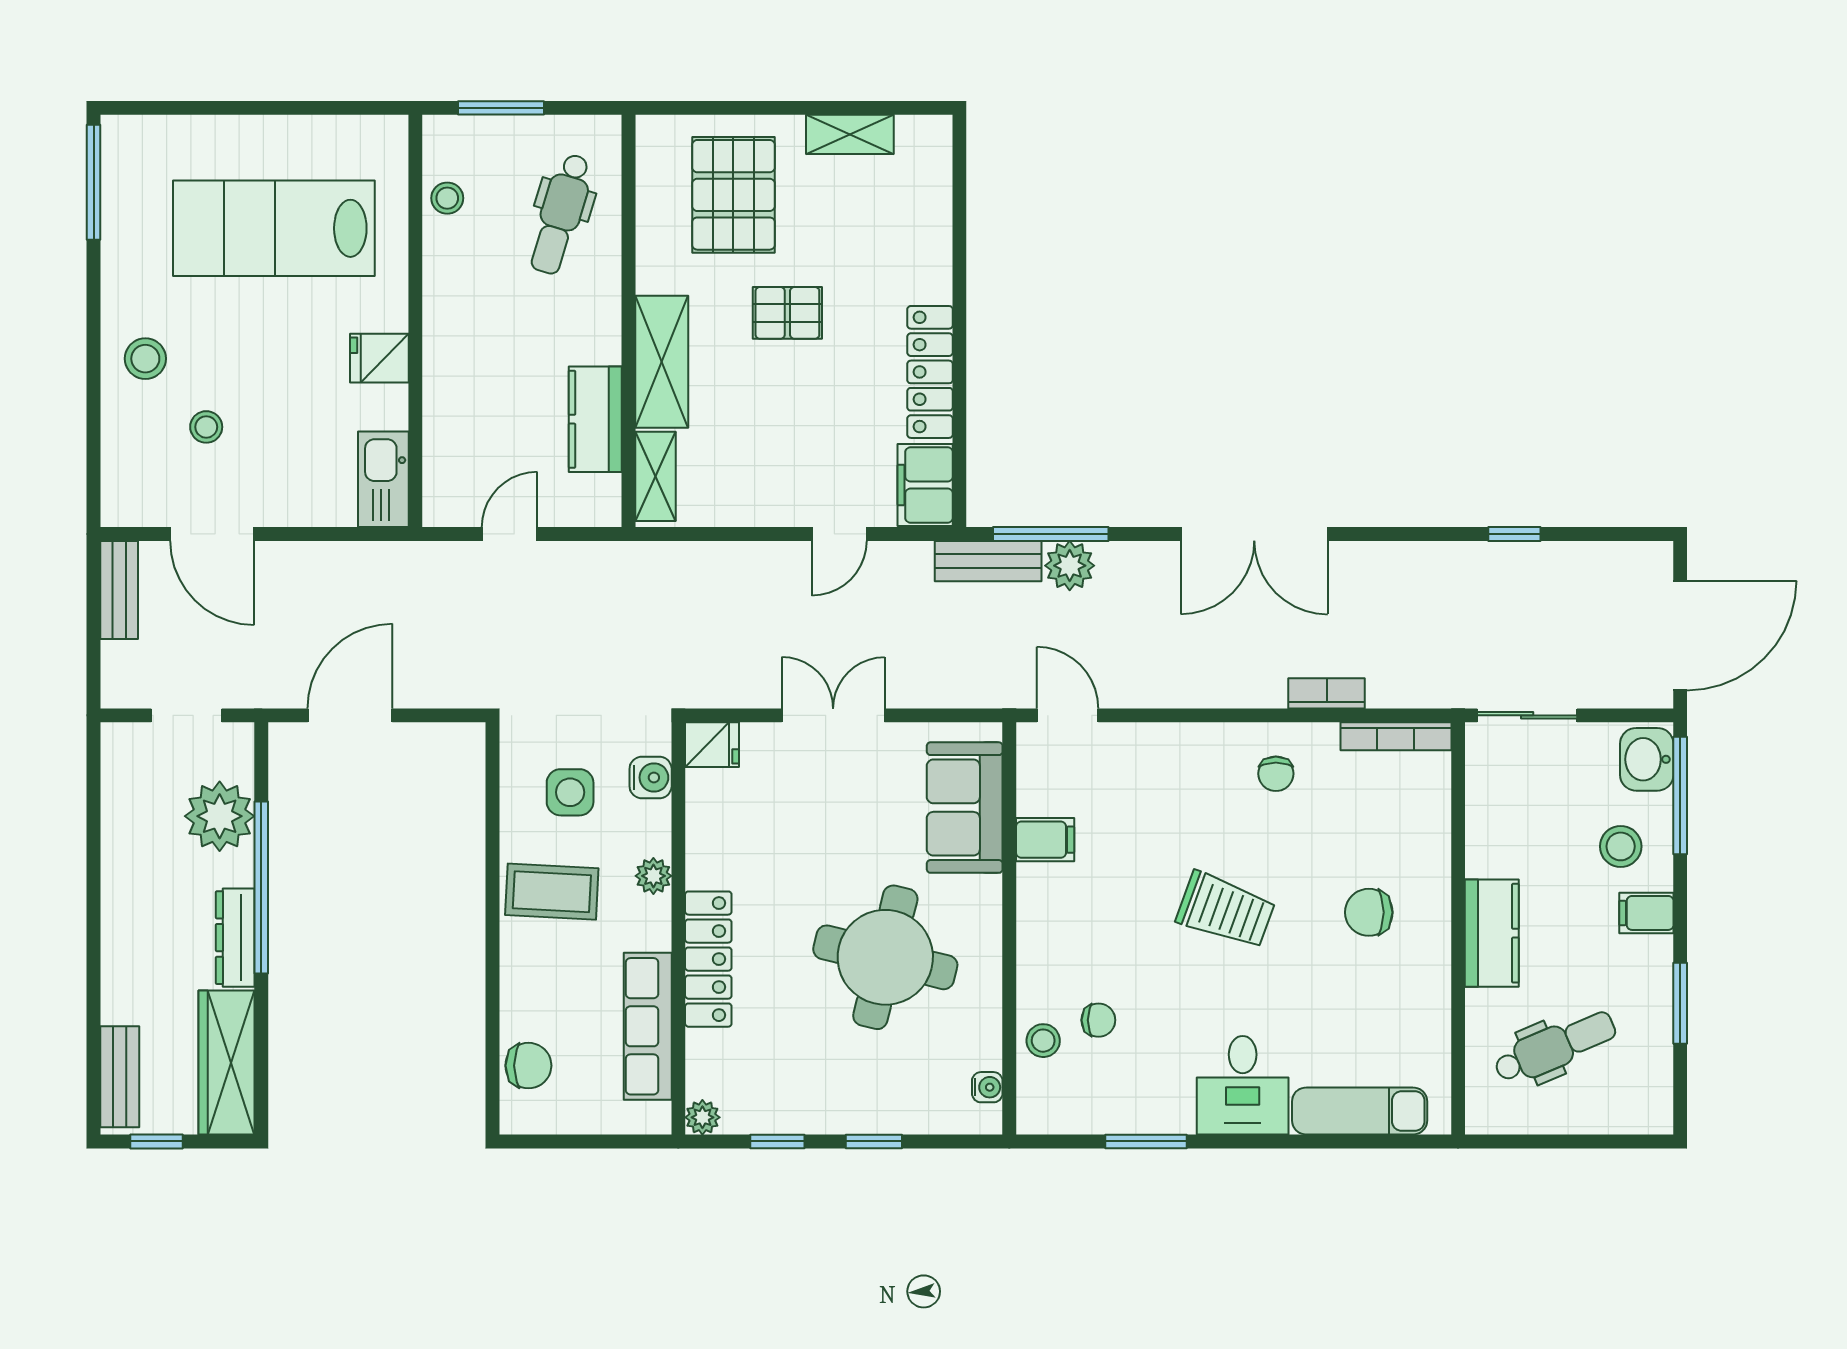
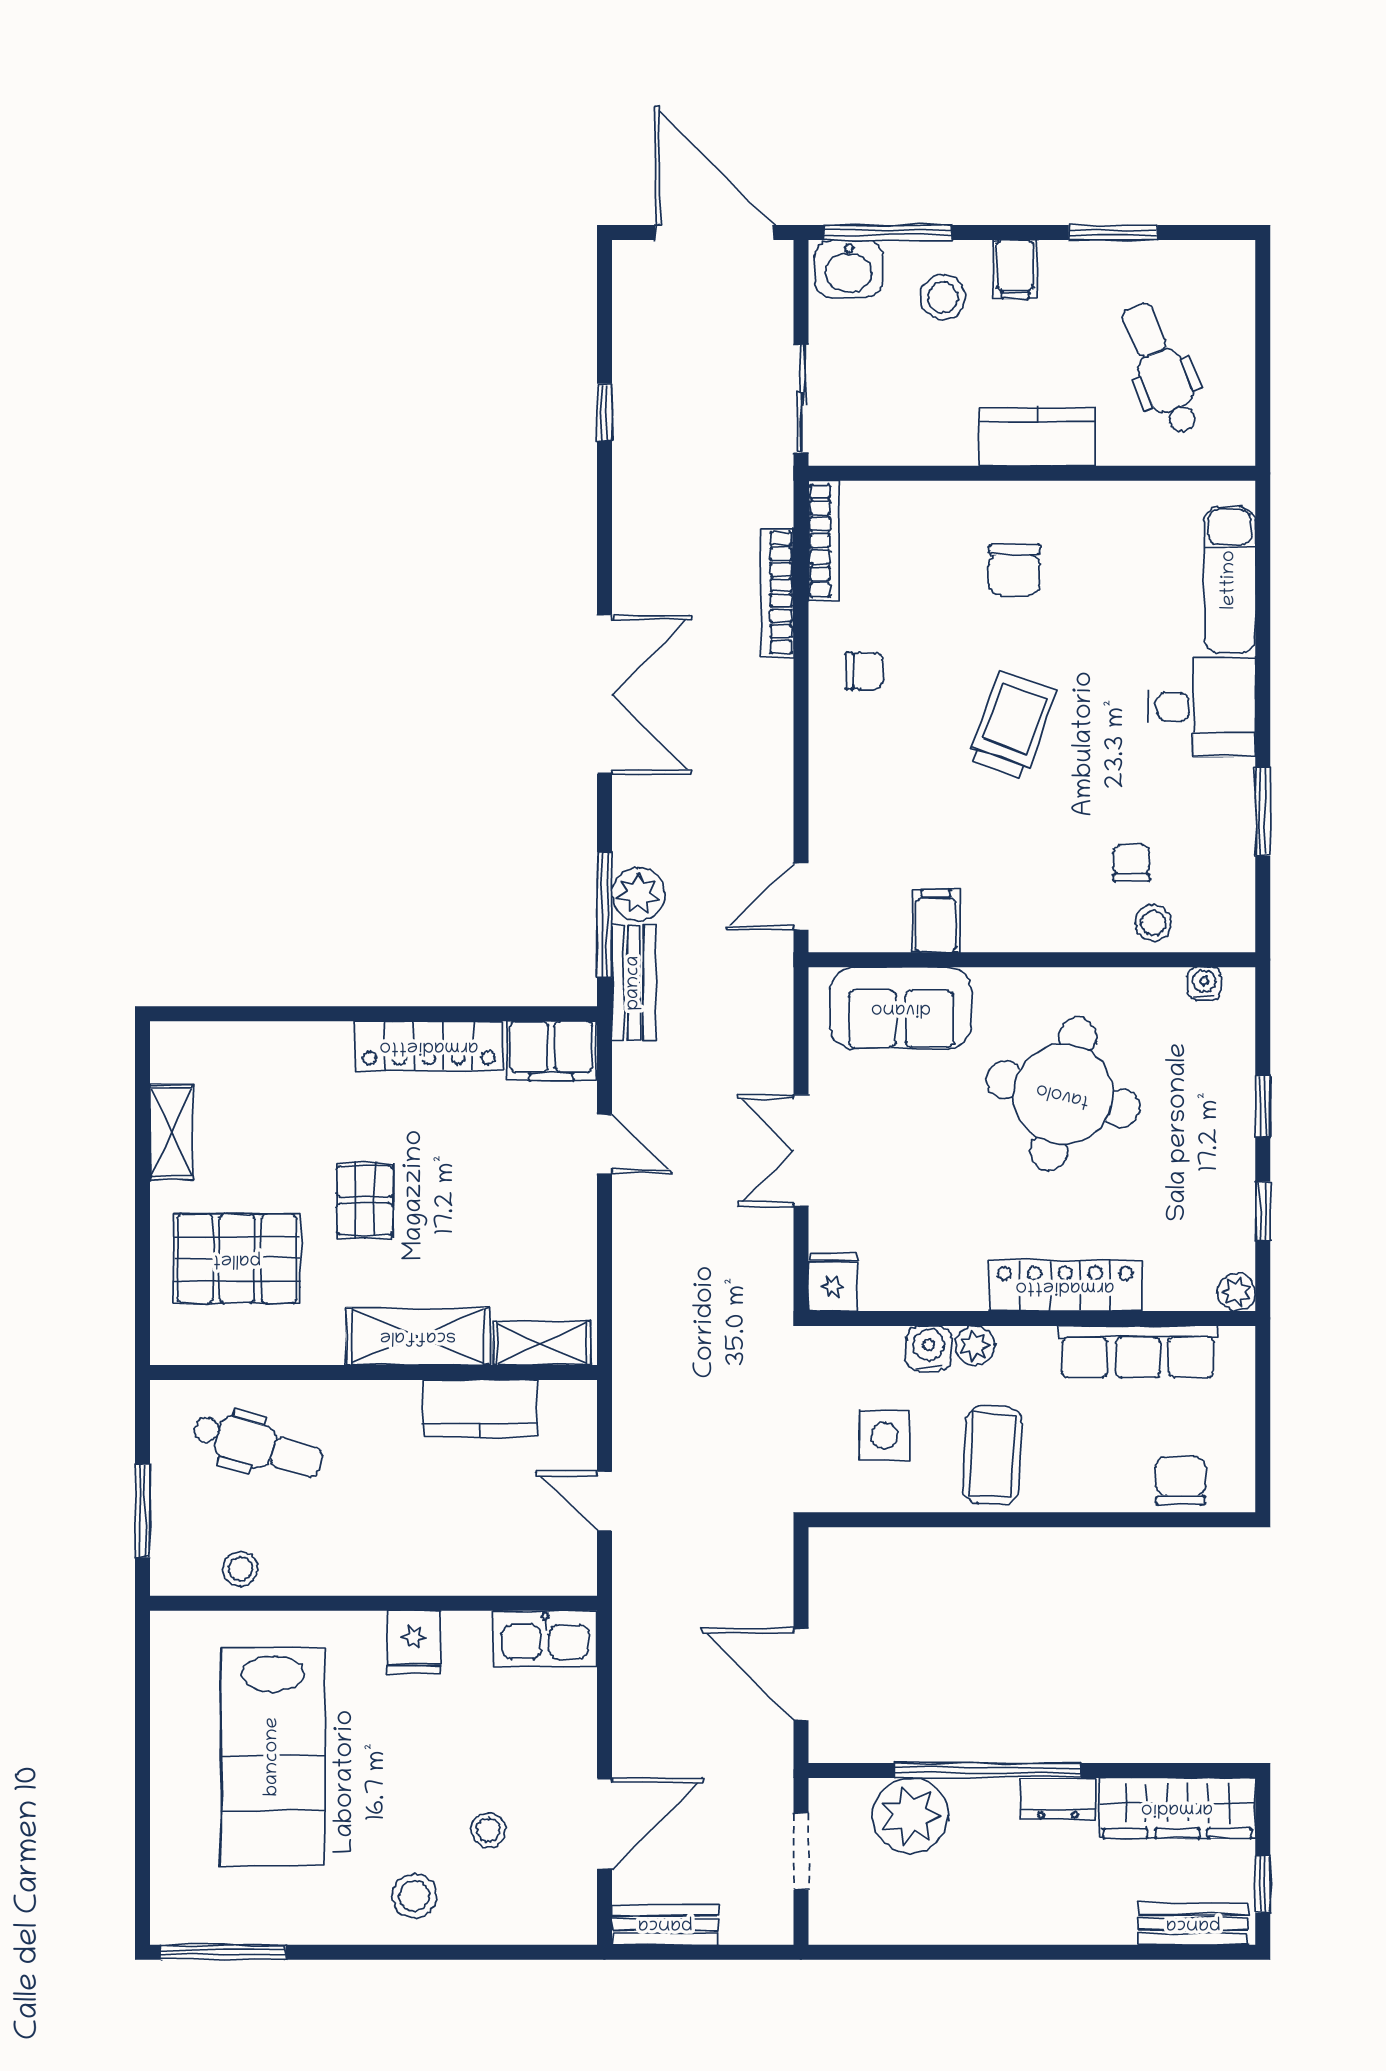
bookcase: (1327, 693) -> (777, 593), width x1.56
water cooler: (651, 777) -> (929, 1348), moved
dresser: (235, 938) -> (1058, 1799), width x0.70

